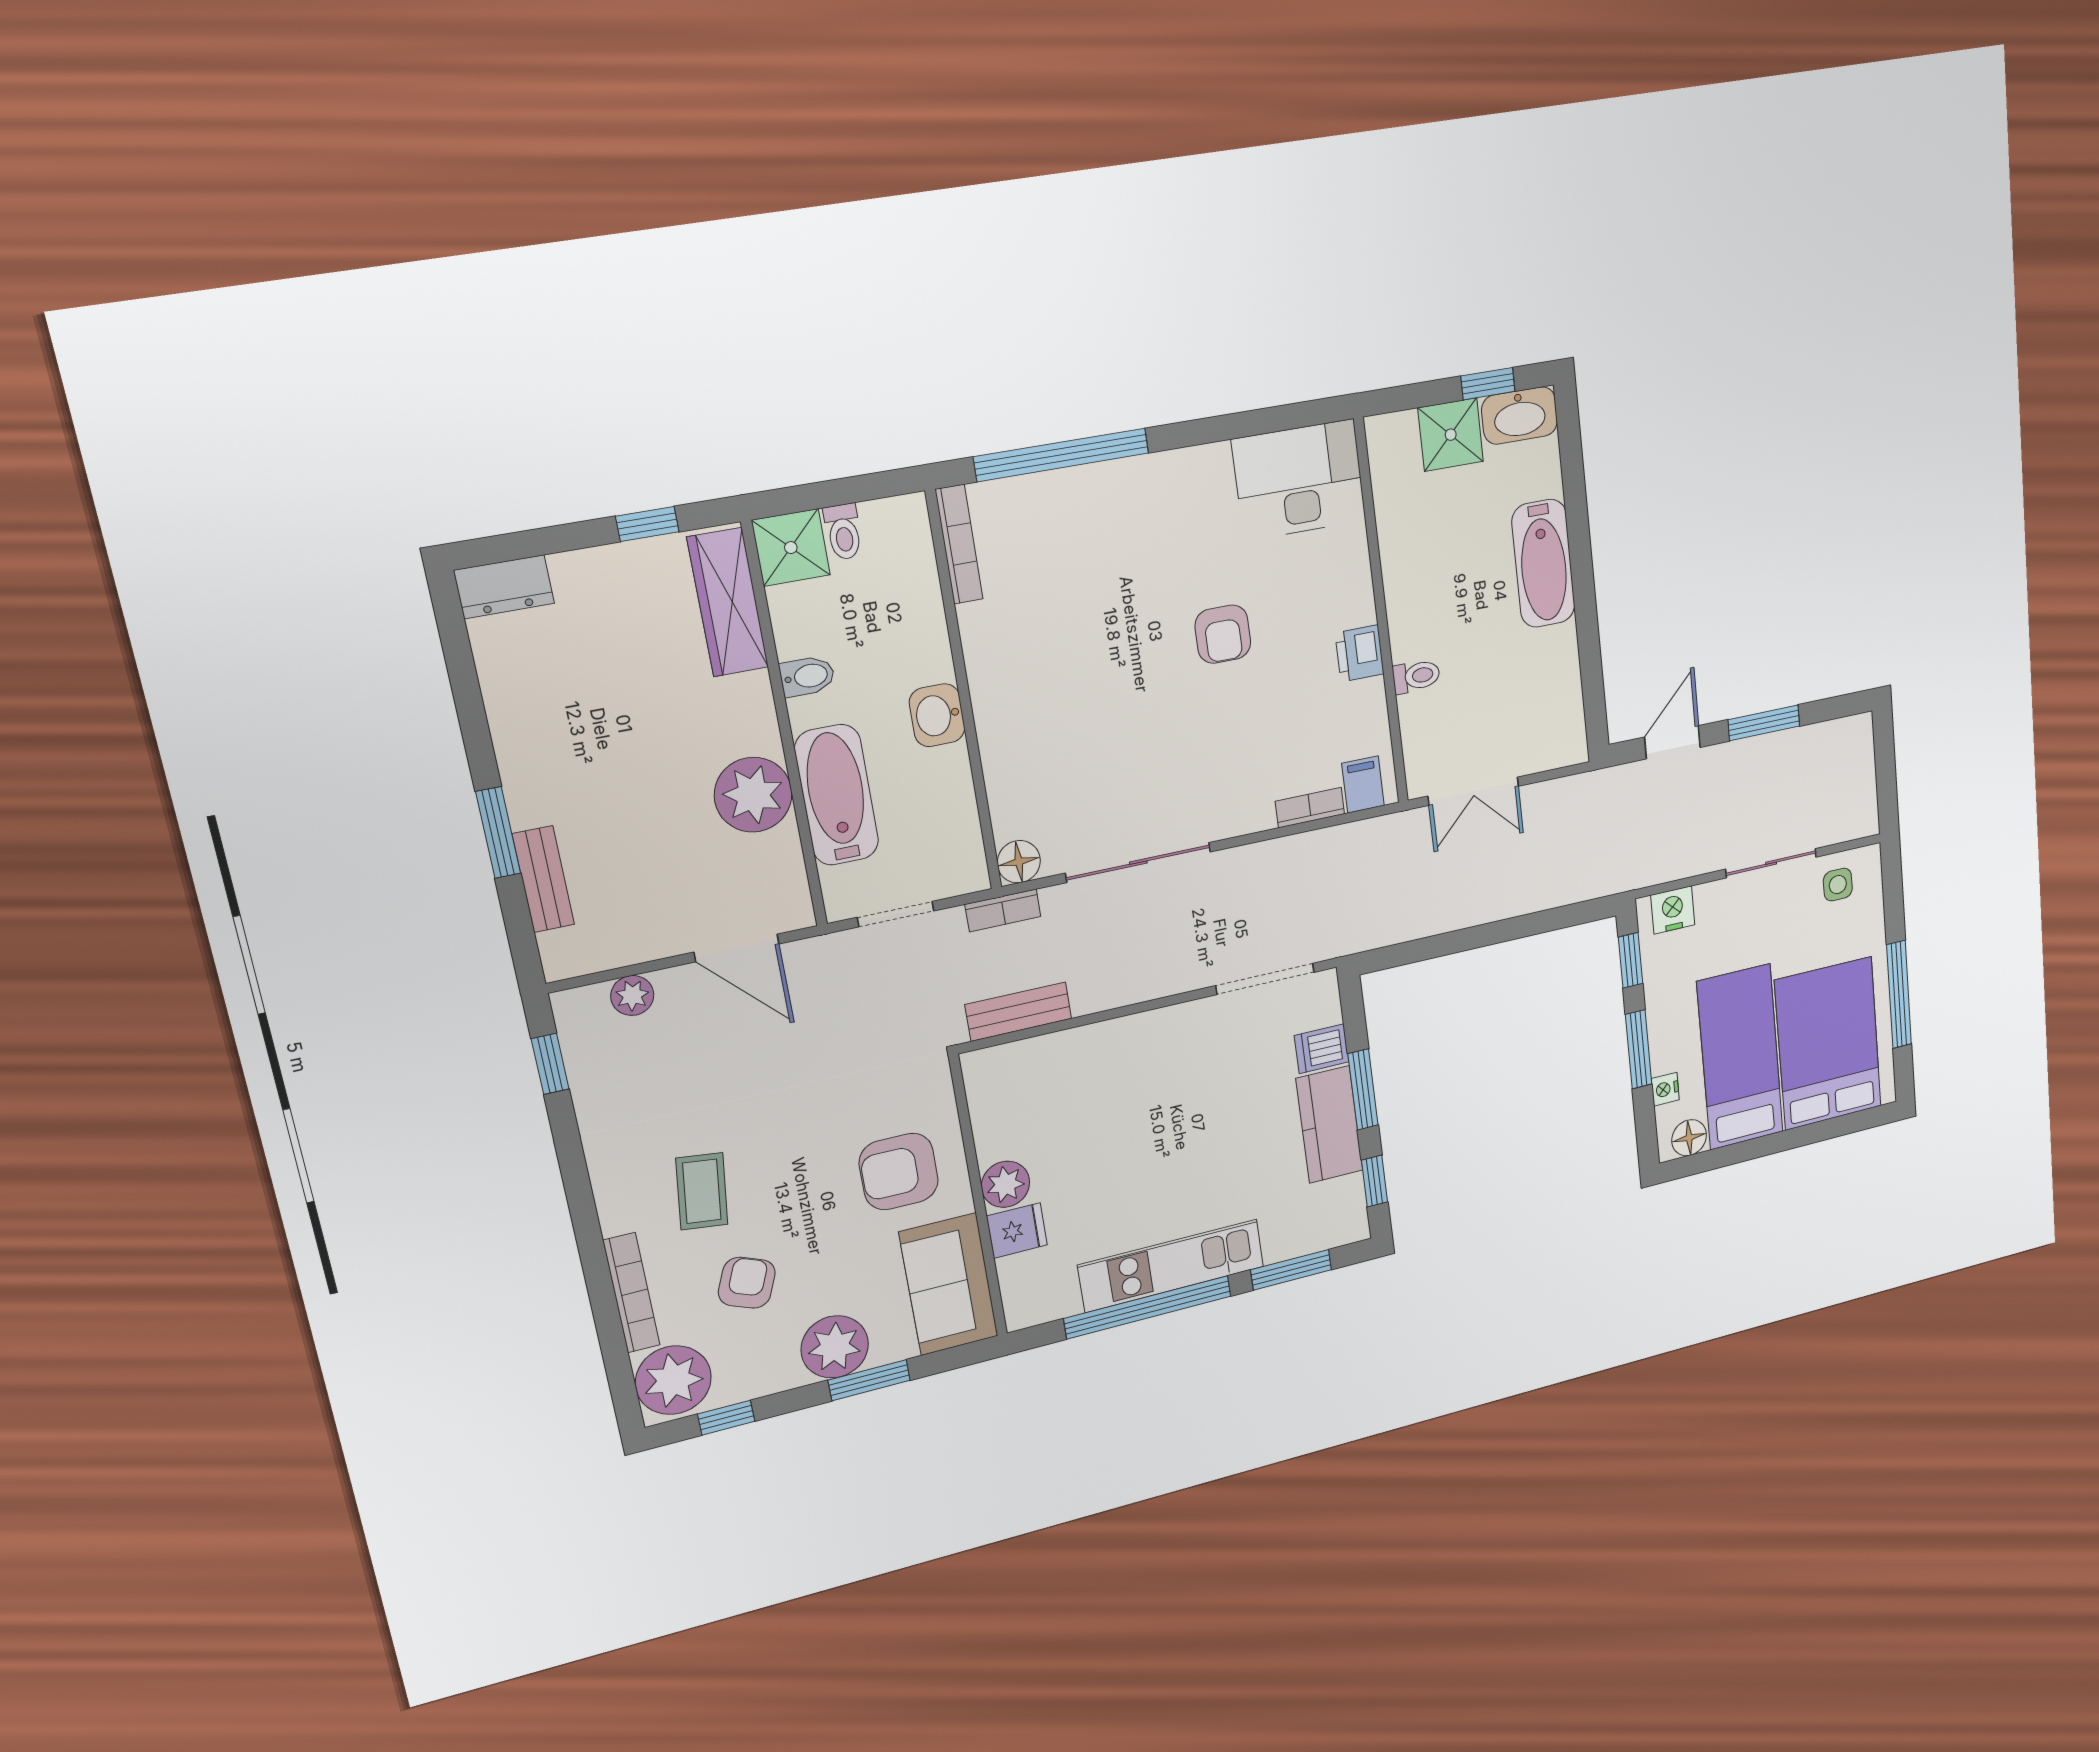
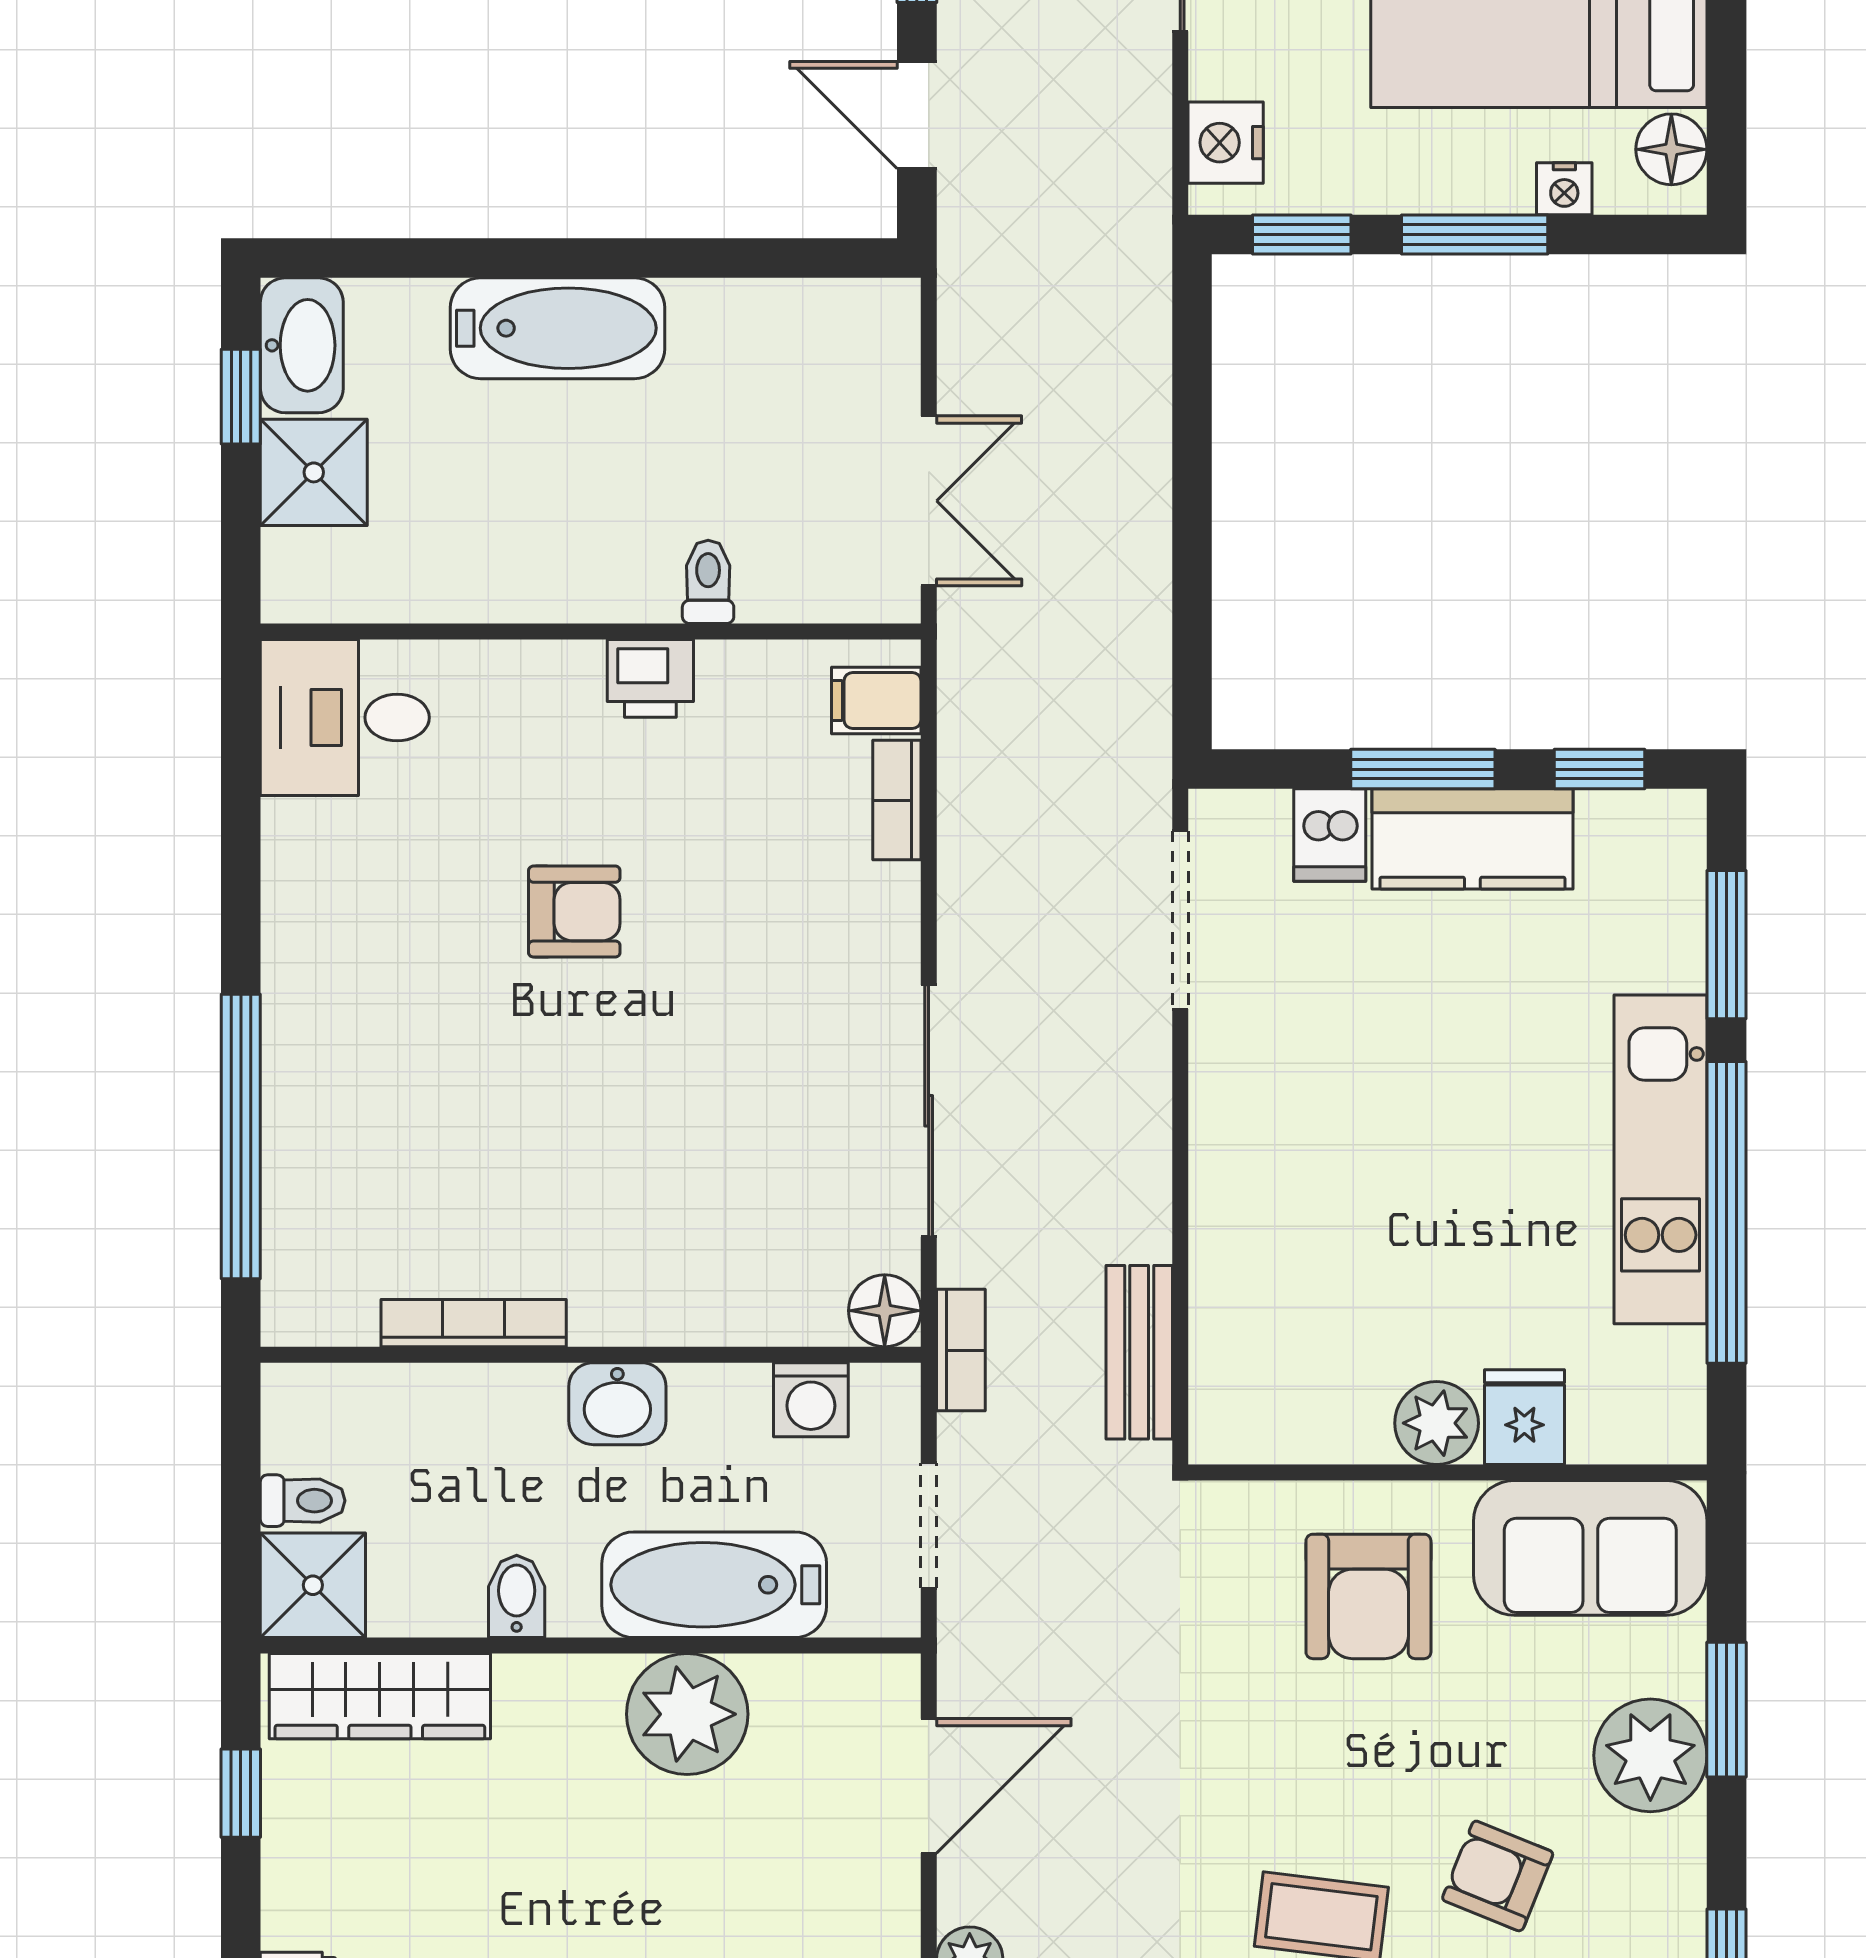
desk: (1299, 480) -> (345, 718), width x0.73
bookcase: (959, 544) -> (474, 1323), moved
washing machine: (959, 830) -> (811, 1400), added

